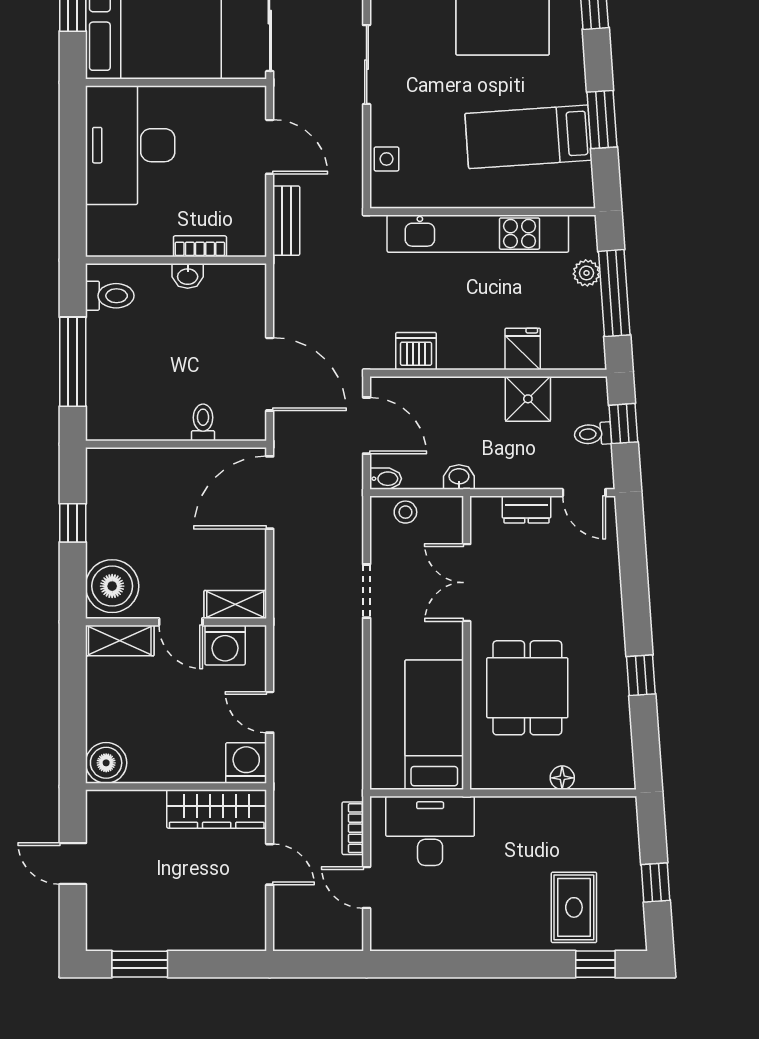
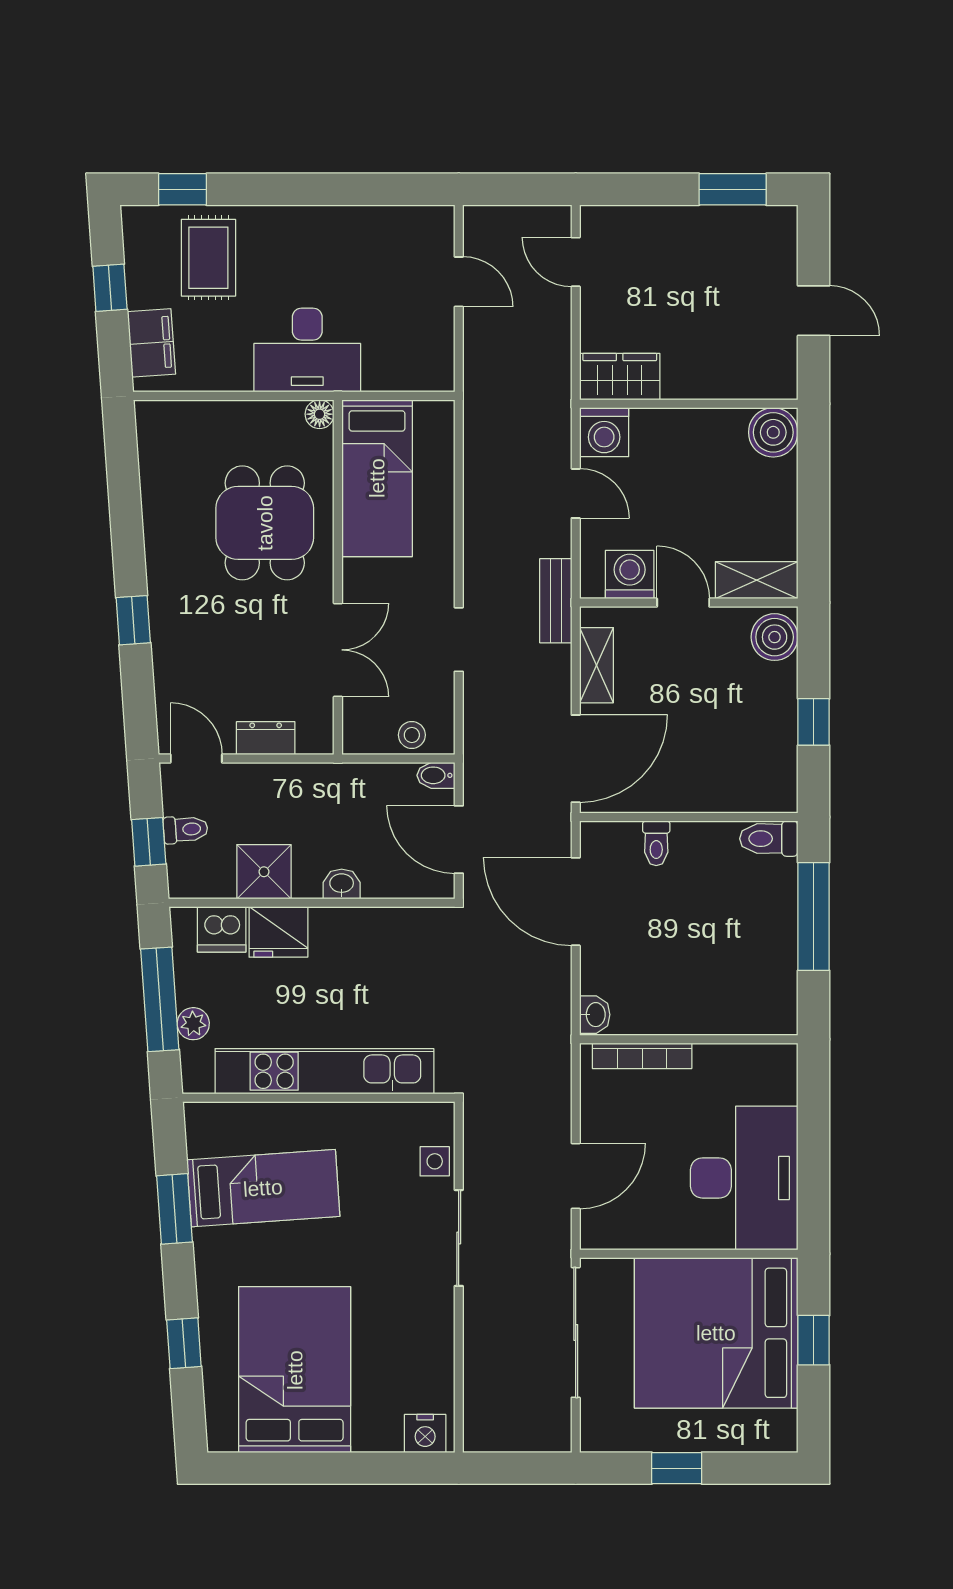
sliding door: (367, 65) -> (459, 1238), moved
door: (270, 147) -> (576, 1176), swing flipped
bench: (286, 221) -> (556, 601), moved
bookcase: (200, 246) -> (642, 1056), width x1.56
washbasin: (188, 276) -> (595, 1015), moved, turned 90
toilet: (110, 296) -> (769, 839), moved
fridge: (523, 349) -> (278, 932), width x1.38
dishwasher: (416, 351) -> (222, 929), moved
washbasin: (459, 477) -> (342, 884), moved, turned 180
boiler: (112, 586) -> (775, 637), width x0.73, depth x0.73
shelving: (235, 605) -> (597, 665), moved, turned 90
window: (641, 675) -> (133, 620), moved
floor lamp: (562, 778) -> (320, 414), moved
wardrobe: (217, 809) -> (620, 377), width x0.67
bookcase: (353, 828) -> (475, 353), removed
desk: (430, 831) -> (307, 350), moved
filing cabinet: (621, 837) -> (151, 343), added
door: (270, 864) -> (576, 262), moved

